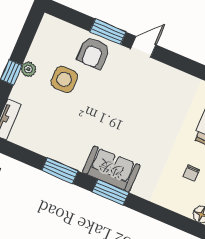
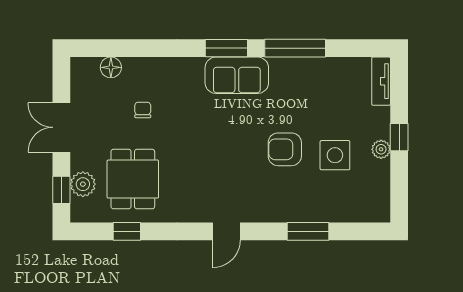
door: (143, 47) -> (226, 231), moved
armchair: (93, 53) -> (285, 149), moved, turned -90
window: (60, 171) -> (295, 48), width x1.44

